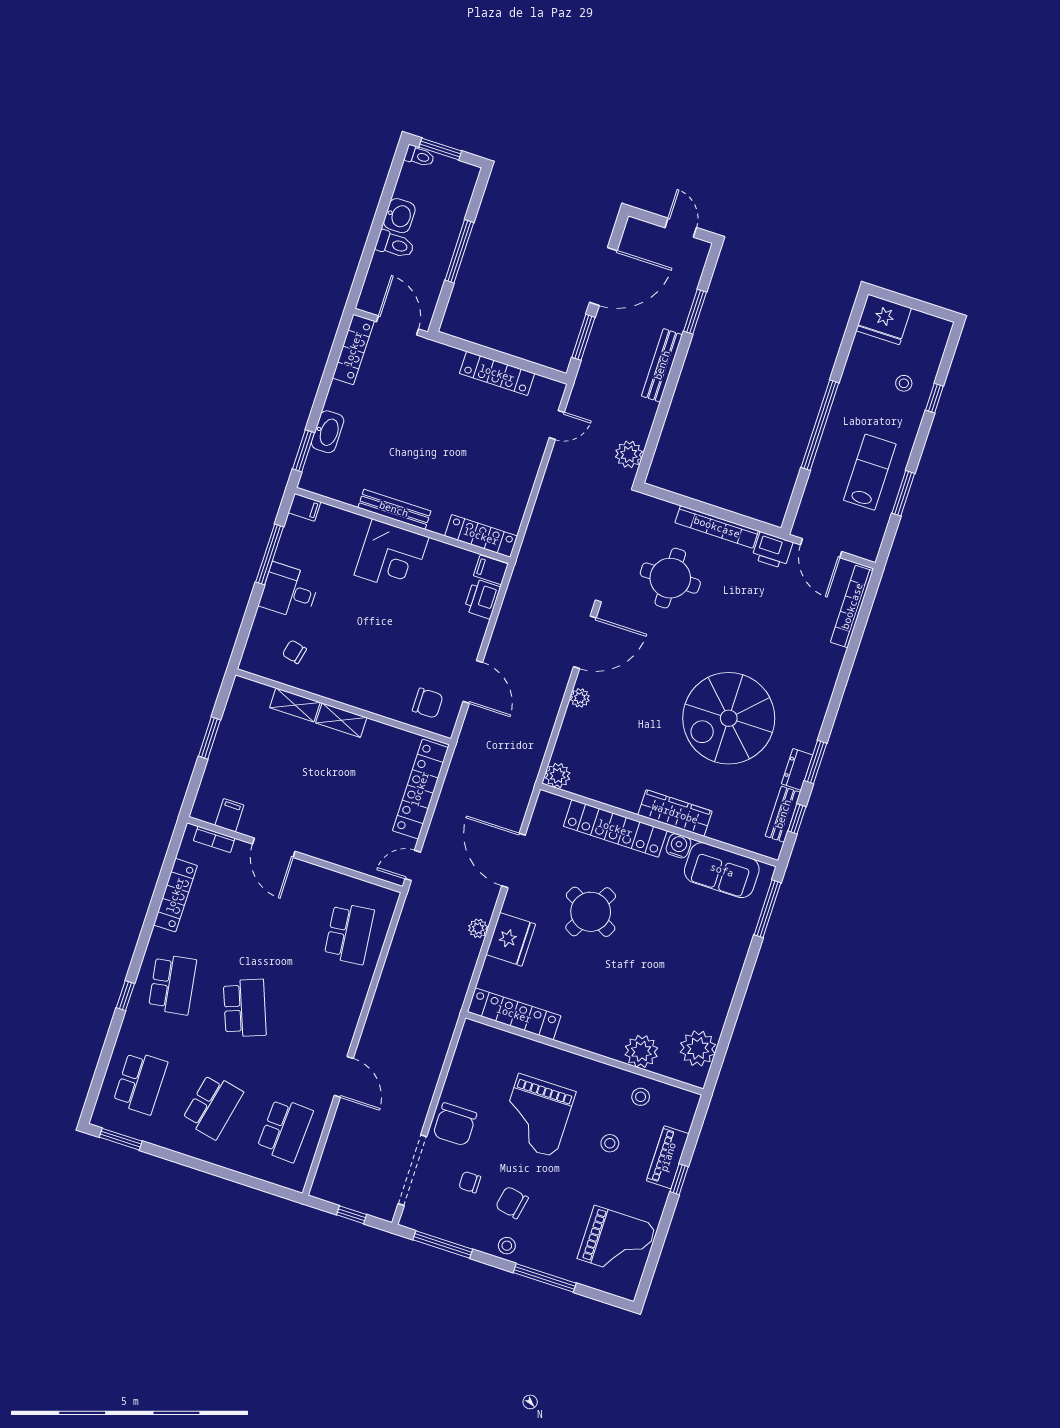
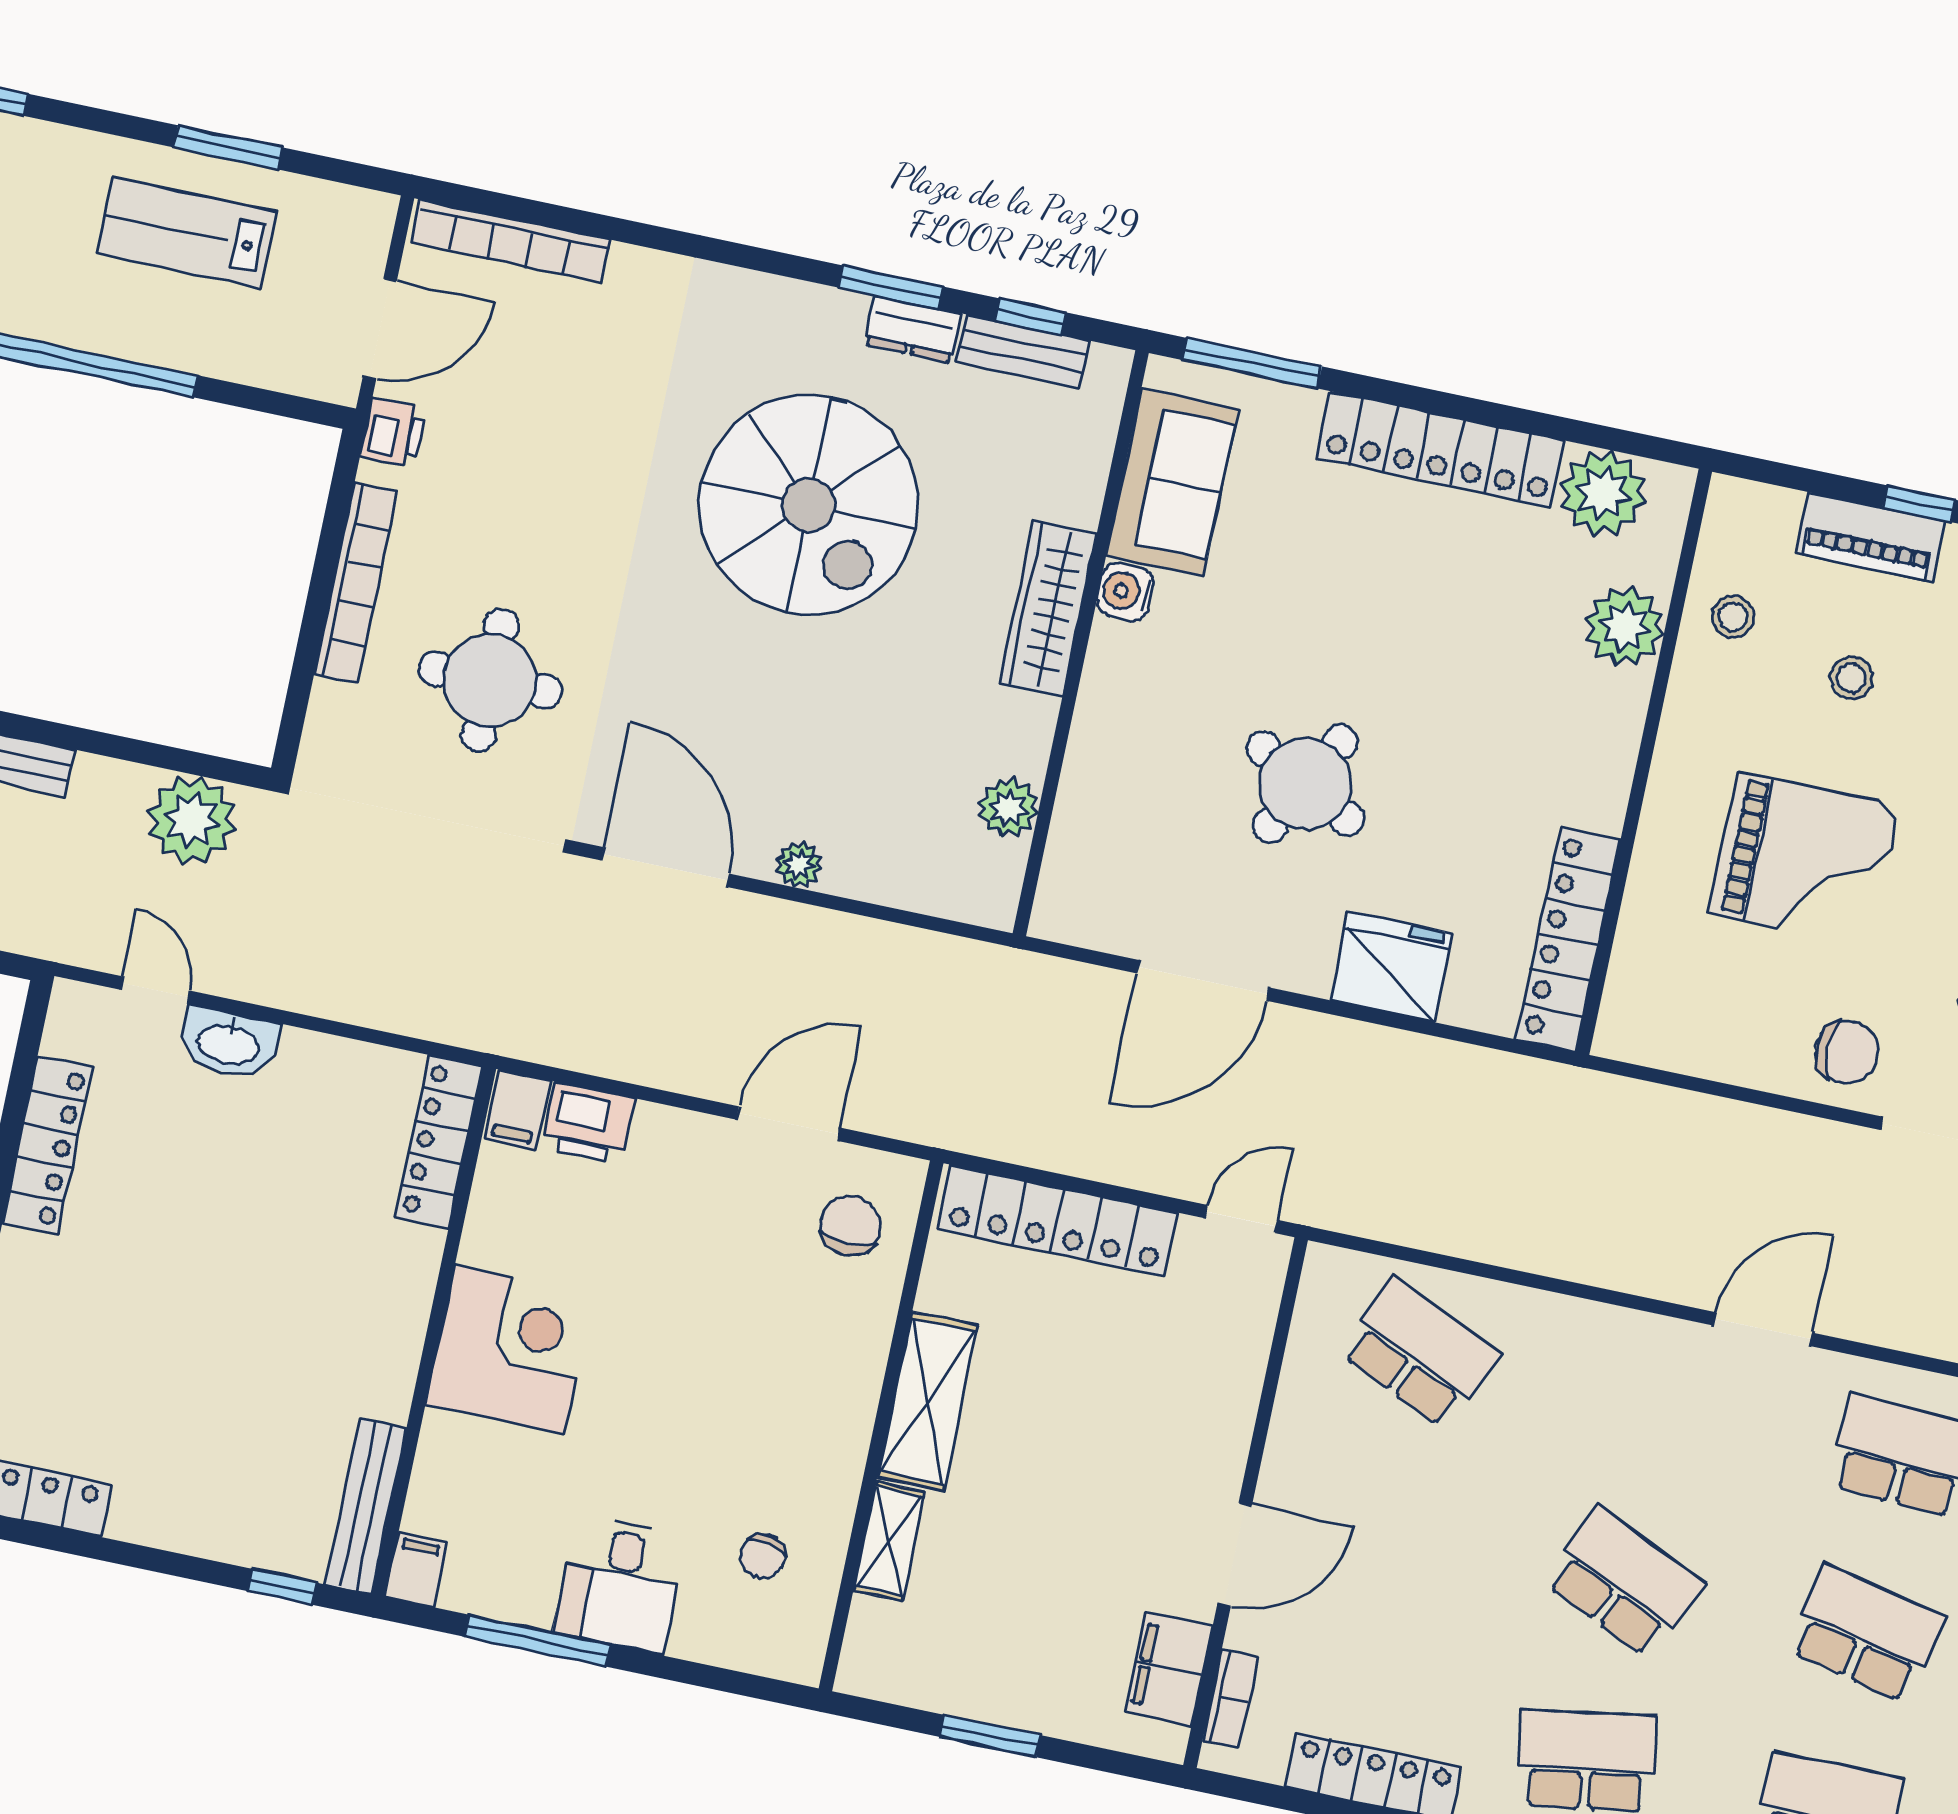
washbasin: (328, 432) -> (229, 1043), moved, turned 180
window: (303, 451) -> (282, 1587), width x0.67
plant: (629, 454) -> (192, 820), width x1.36, depth x1.36
bench: (394, 509) -> (366, 1506), moved
printer: (772, 550) -> (393, 432), width x0.73, depth x0.81
shelving: (341, 720) -> (928, 1401), width x1.50, depth x1.33
plant: (558, 775) -> (1008, 808), moved
filing cabinet: (229, 815) -> (1169, 1669), width x2.00
locker: (615, 828) -> (1441, 449), moved, turned 90
door: (413, 865) -> (1241, 1219), swing flipped
plant: (478, 928) -> (1374, 1047), removed
school desk: (349, 933) -> (1419, 1353), turned 30
school desk: (245, 1008) -> (1624, 1582), turned 45
chair: (455, 1124) -> (1847, 1052), width x0.73, depth x0.73

